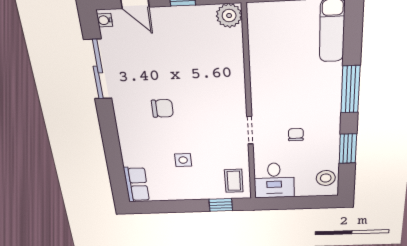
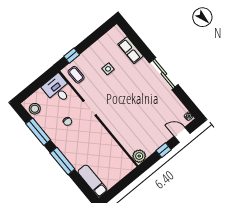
sliding door: (98, 69) -> (164, 74), moved
chair: (162, 108) -> (136, 90), removed
window: (348, 149) -> (38, 132), width x1.44
row of seats: (136, 184) -> (131, 50), moved

